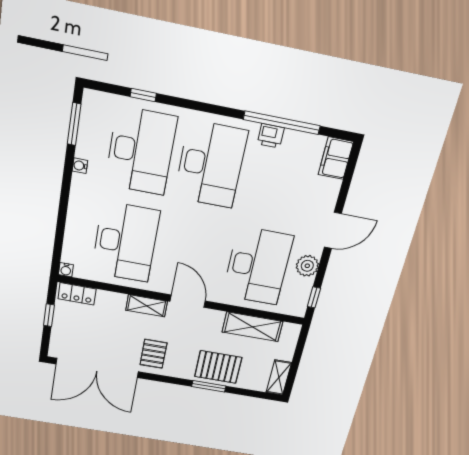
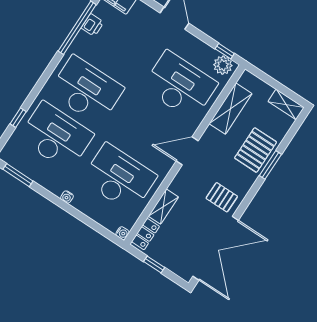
printer: (271, 136) -> (93, 25), moved
water cooler: (80, 166) -> (67, 197), moved
plant: (307, 266) -> (223, 65), moved
shelving: (147, 306) -> (163, 207), moved

